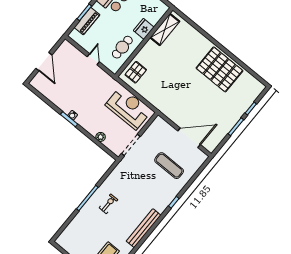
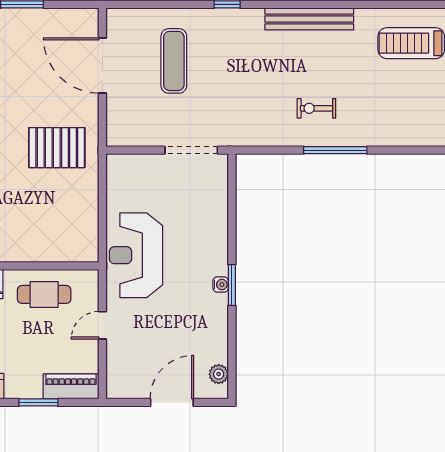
piano: (87, 21) -> (71, 386), moved
pallet: (136, 72) -> (57, 148), moved, width x1.50, depth x1.42
reception desk: (128, 108) -> (136, 255), moved
plant: (101, 137) -> (219, 374), moved

